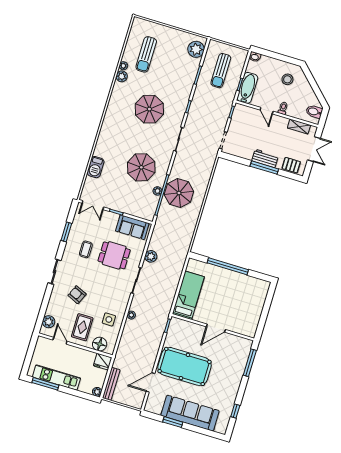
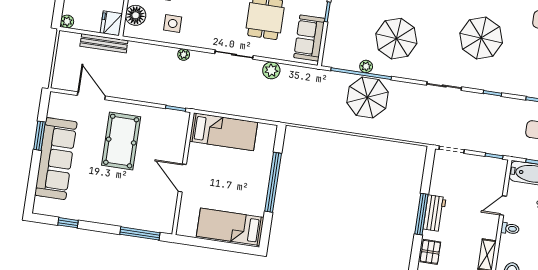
bed: (254, 300) -> (230, 227), added
pool table: (184, 366) -> (121, 141), width x0.73, depth x0.76
bench: (111, 384) -> (104, 43), moved

